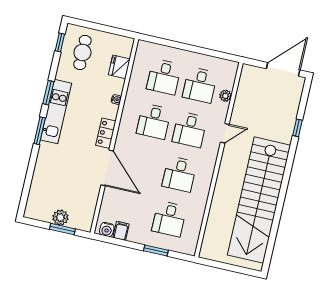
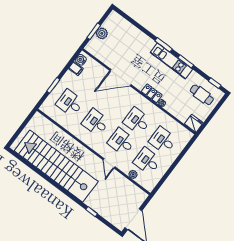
fridge: (119, 67) -> (194, 123), moved
locker: (106, 133) -> (152, 93), moved

